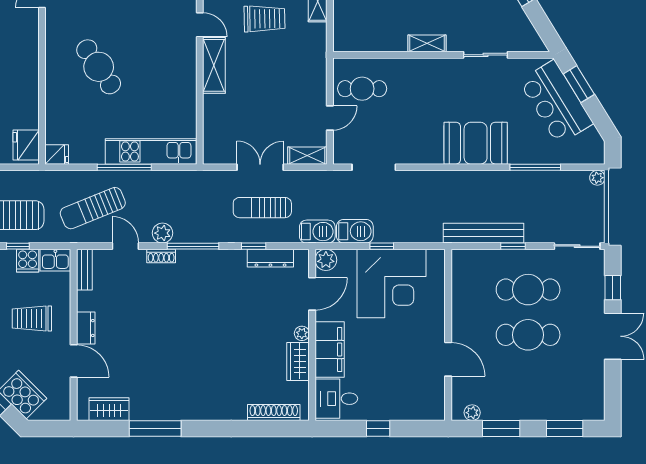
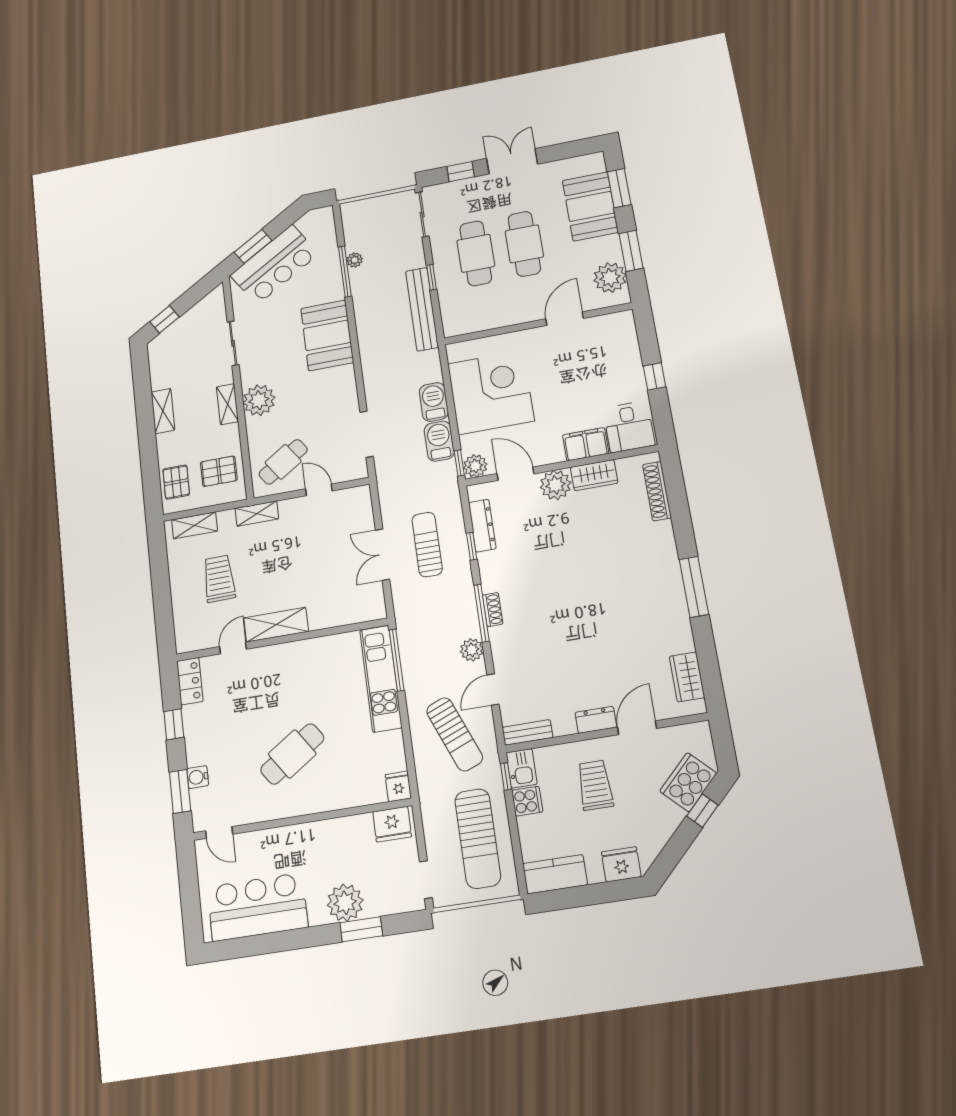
pallet: (364, 29) -> (219, 471), added
plant: (425, 73) -> (259, 400), added
cafe table: (362, 89) -> (283, 462), turned 56
shelving: (307, 156) -> (257, 514), moved, turned 90
window: (124, 167) -> (397, 660), moved
plant: (597, 178) -> (355, 260), moved
sun lounger: (262, 208) -> (427, 544), turned 180
barbecue: (317, 232) -> (434, 402), moved
window: (18, 246) -> (506, 776), moved
window: (382, 246) -> (459, 463), moved
shoe rack: (161, 256) -> (493, 610), moved
trolley: (32, 319) -> (595, 785), turned 180
plant: (302, 333) -> (556, 485), width x1.87, depth x1.87
filing cabinet: (330, 349) -> (586, 444), width x0.67, depth x0.86
booth: (552, 400) -> (590, 206), added
plant: (472, 413) -> (610, 278), width x1.88, depth x1.88
window: (155, 428) -> (694, 587), moved

